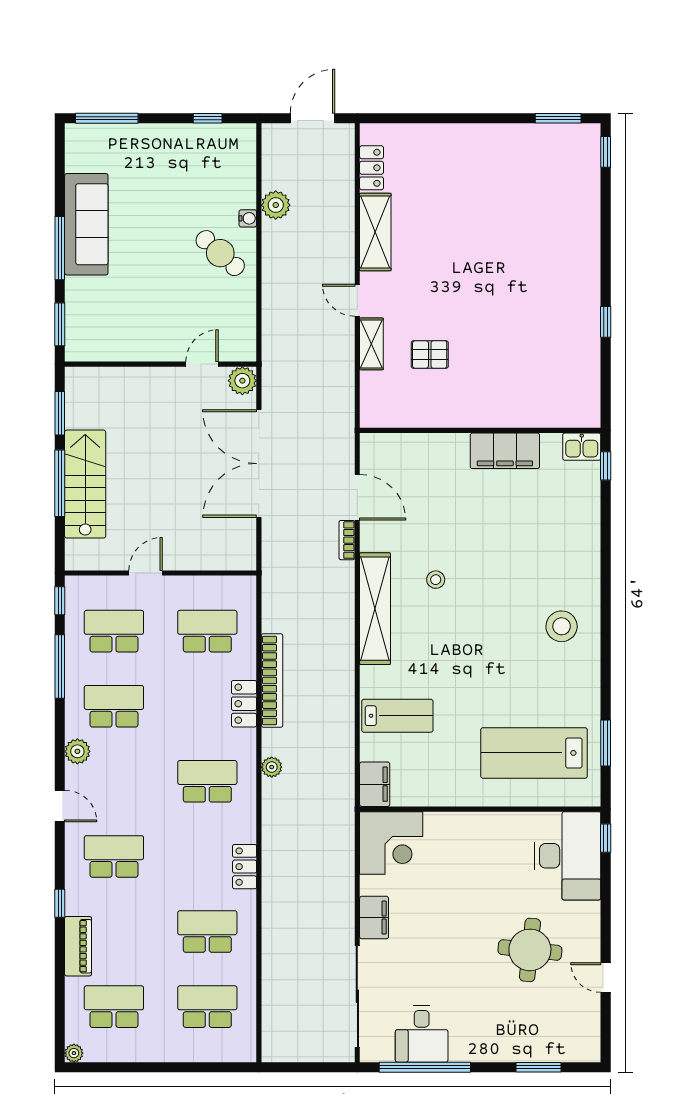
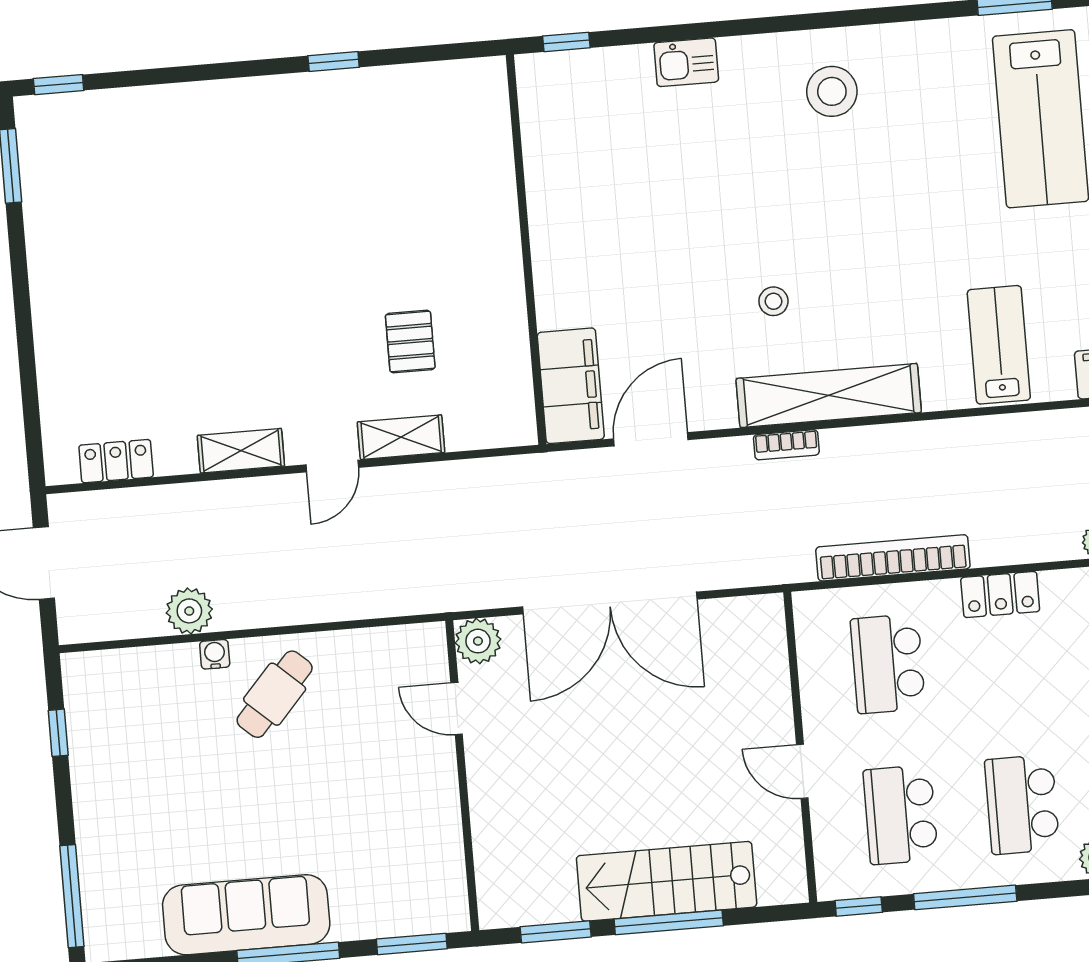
shelving: (375, 232) -> (241, 451), width x0.67, depth x0.75
kitchen sink: (582, 447) -> (686, 62), moved, turned 90
filing cabinet: (505, 451) -> (571, 386), moved
bookcase: (347, 540) -> (786, 445), moved
bookcase: (272, 681) -> (893, 558), moved

